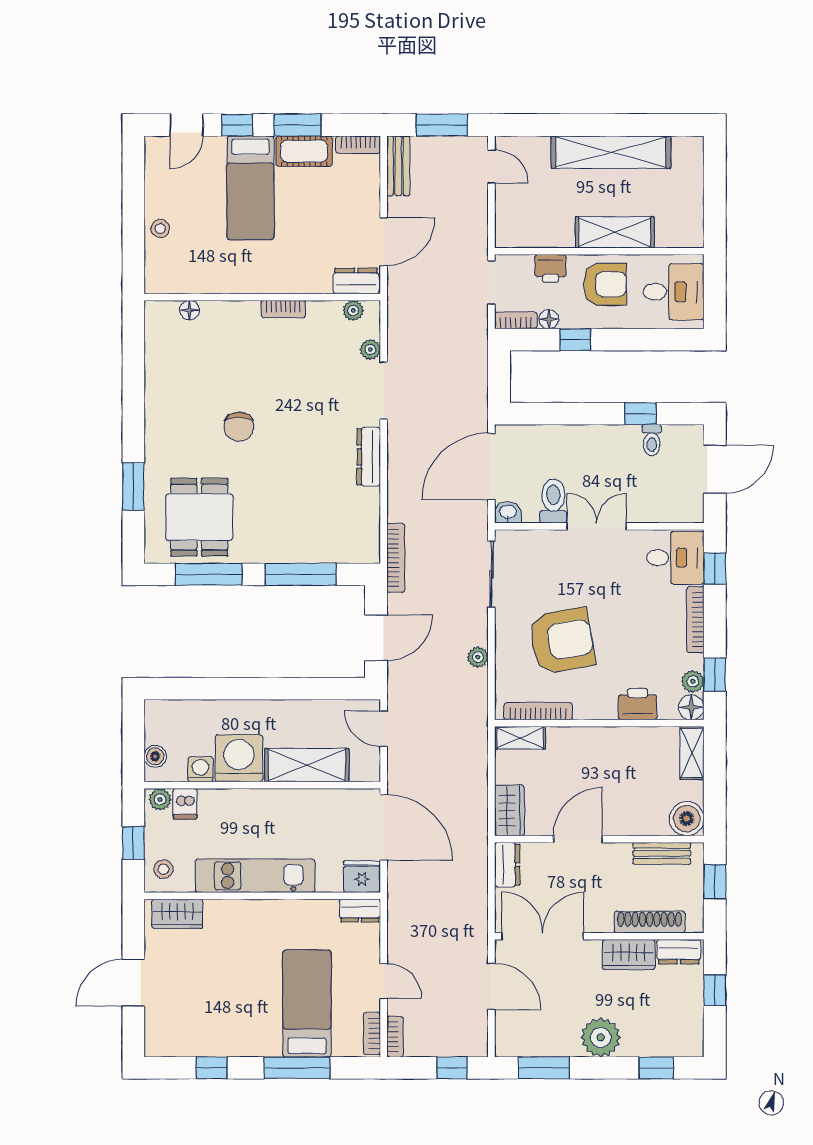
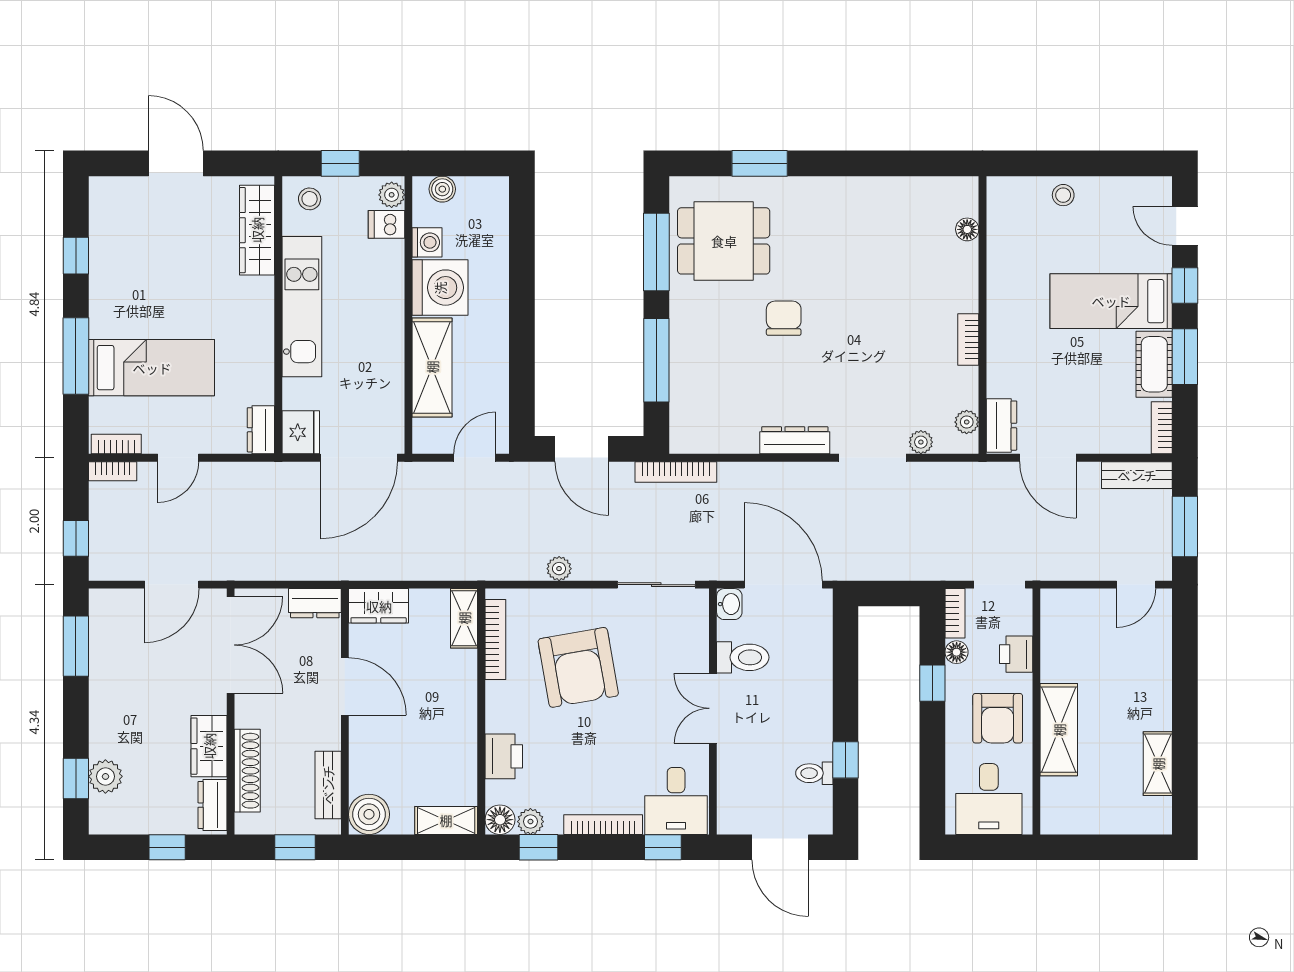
shelving: (611, 152) -> (1158, 764), width x0.45, depth x0.75
chair: (239, 427) -> (784, 318), moved, turned 90
double door: (597, 526) -> (713, 708), swing flipped
wardrobe: (177, 914) -> (257, 230), width x1.50
plant: (601, 1037) -> (105, 776), moved, width x0.73, depth x0.73

